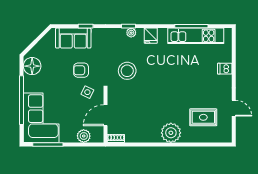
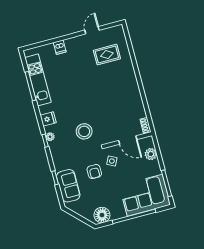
rug: (203, 117) -> (107, 55), turned 90
plant: (171, 133) -> (128, 79), removed

